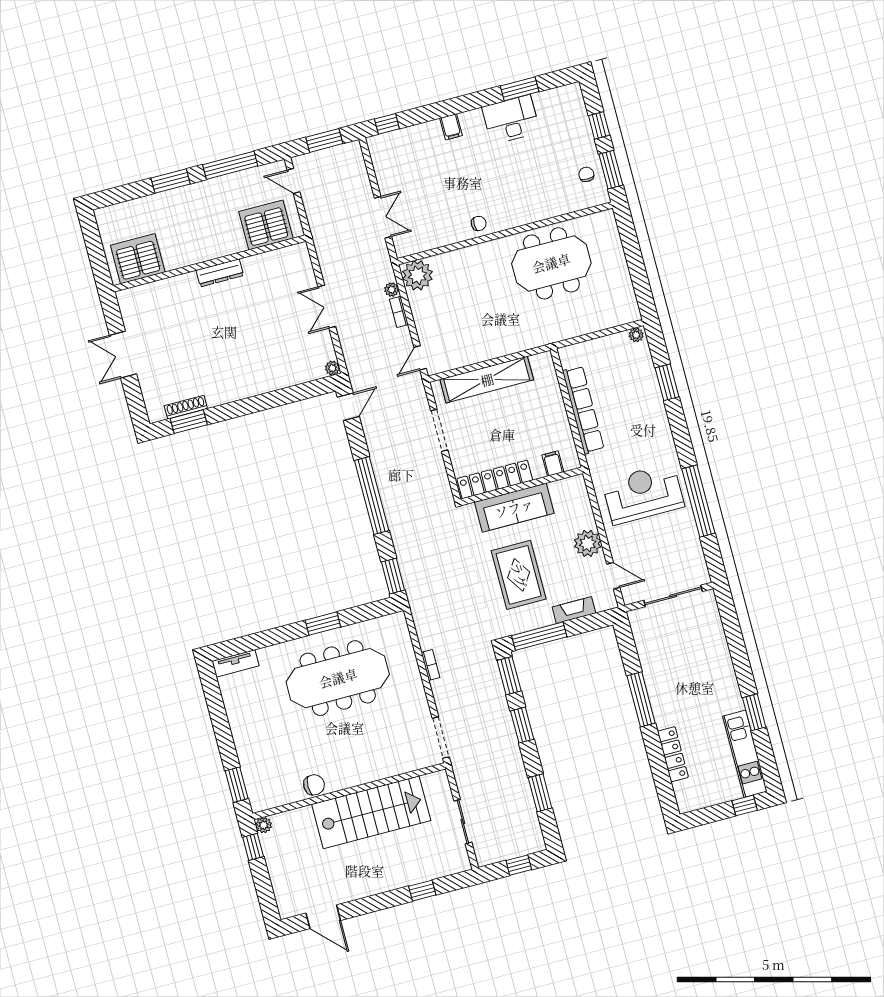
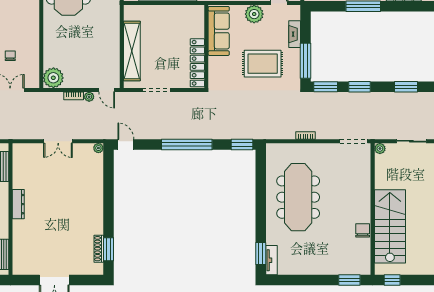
chair: (479, 223) -> (10, 56), moved
plant: (392, 290) -> (89, 97), moved
filing cabinet: (553, 463) -> (197, 23), removed
sofa: (514, 508) -> (219, 31), moved
window: (323, 624) -> (261, 253), moved
stairs: (371, 812) -> (390, 226), moved
plant: (264, 825) -> (380, 149), moved

